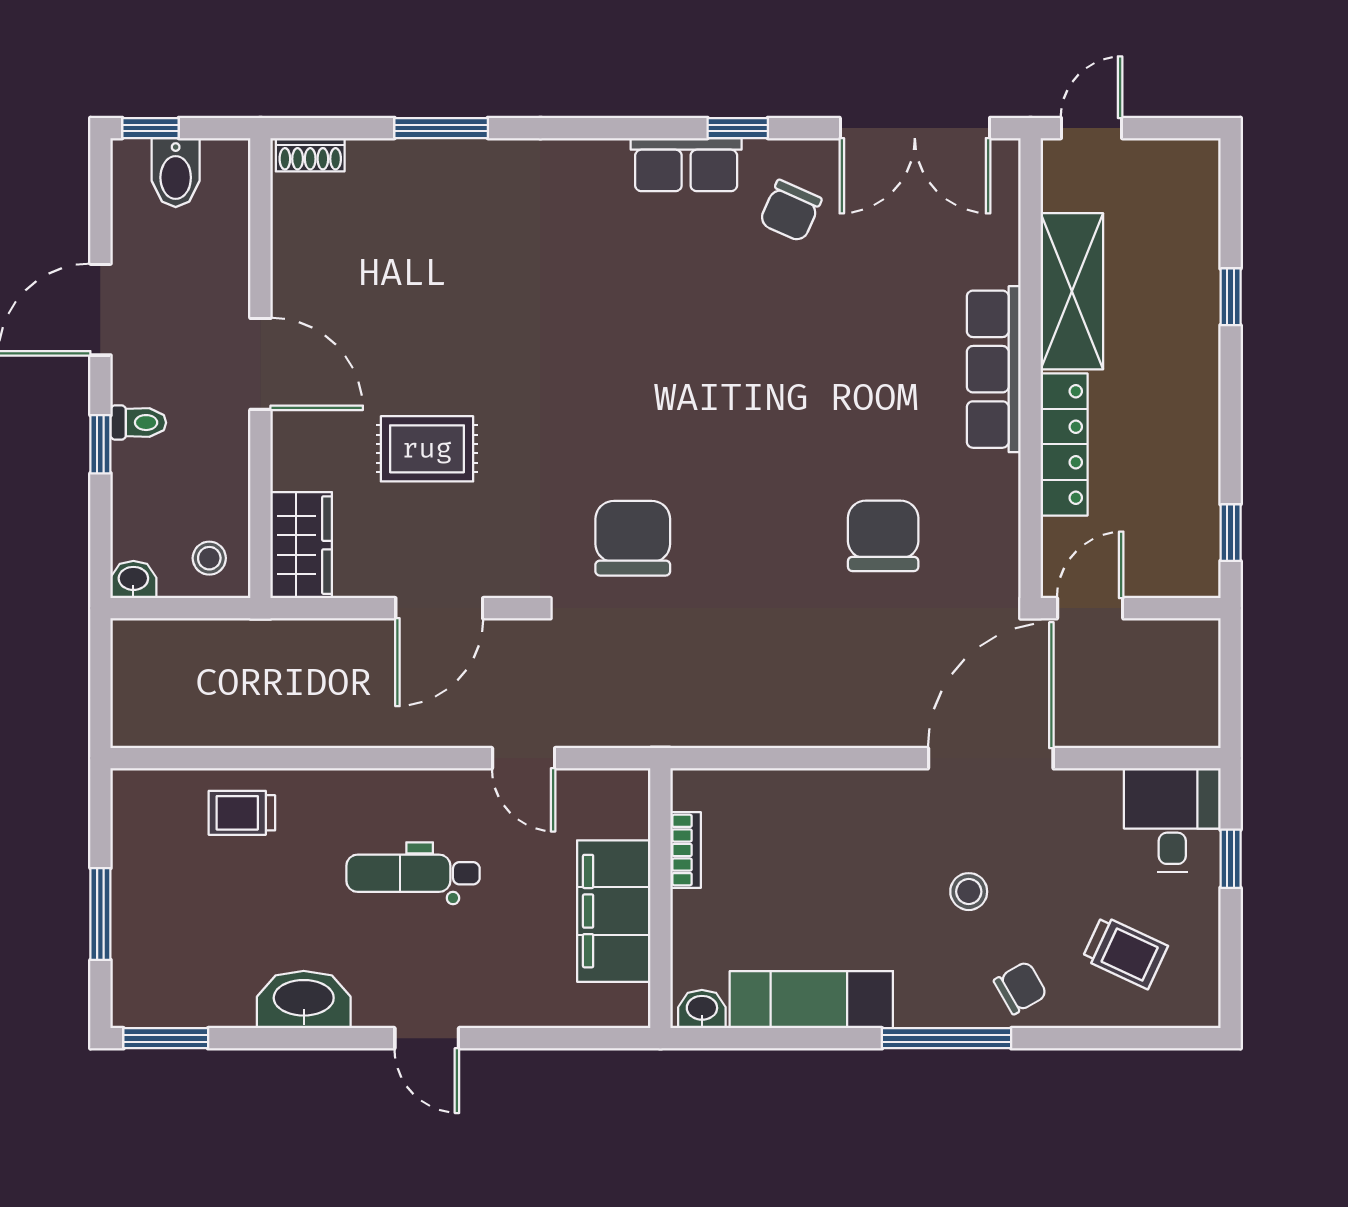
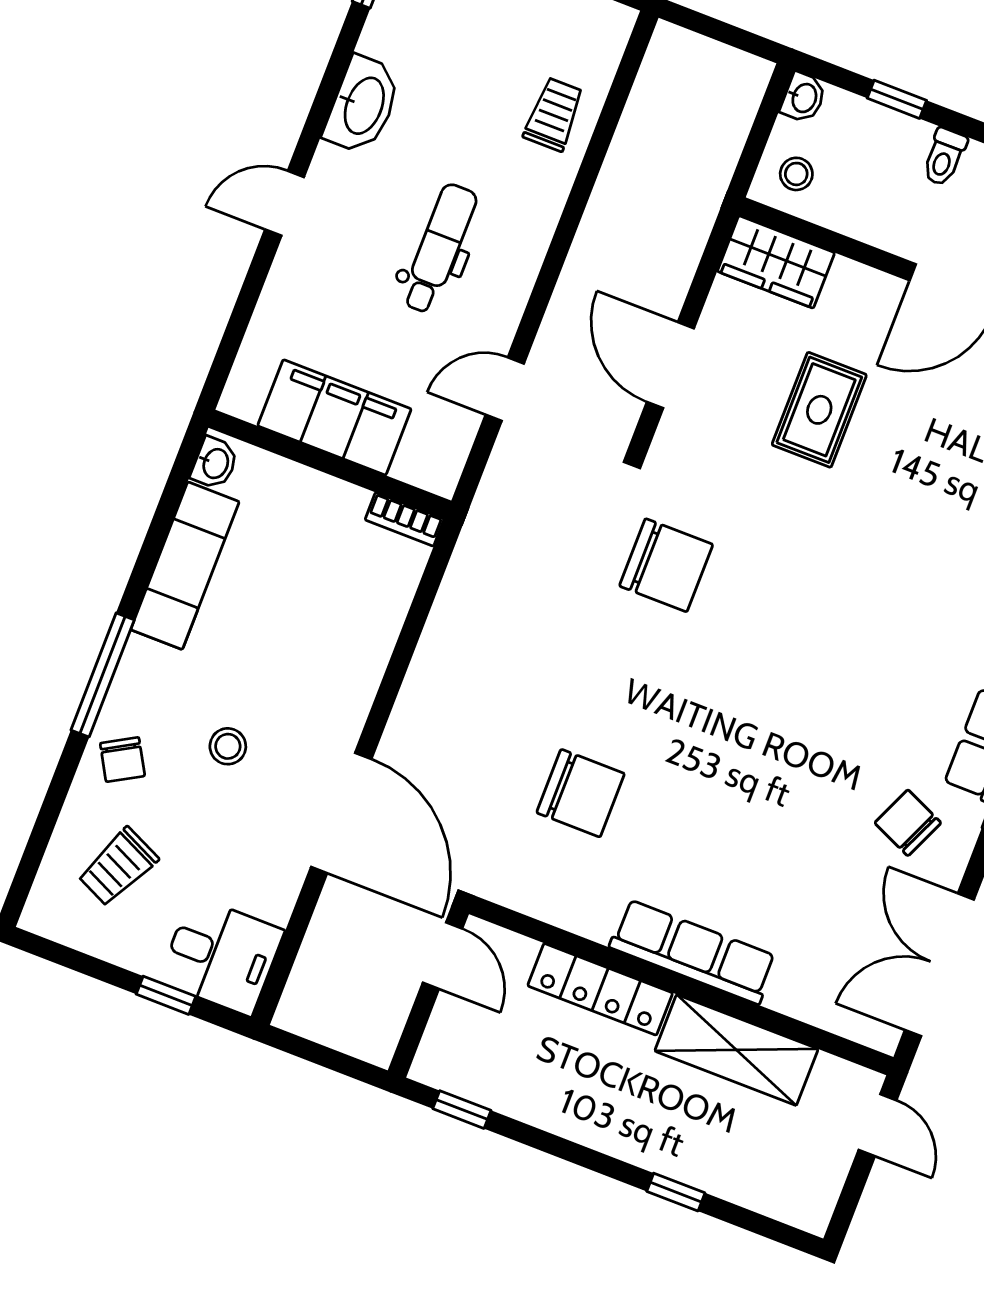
window: (100, 444) -> (897, 99), moved
bookcase: (686, 850) -> (405, 519), moved

